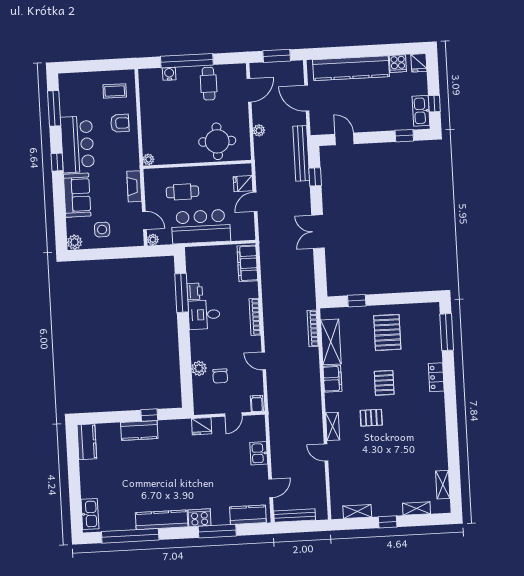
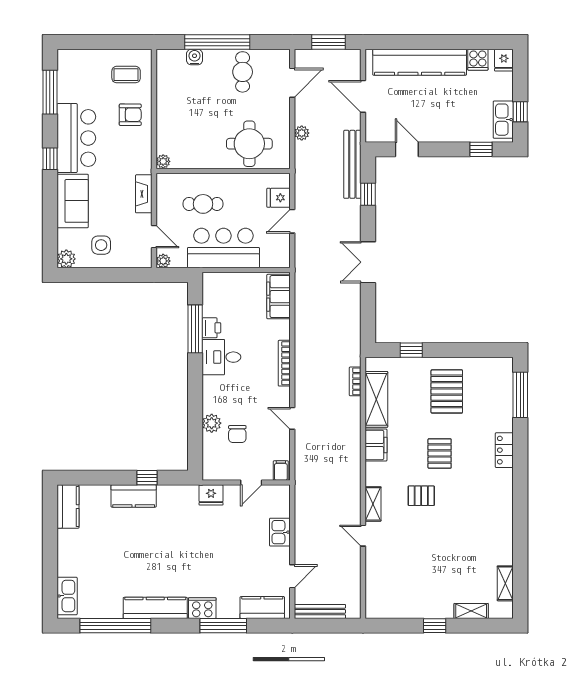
bookcase: (313, 328) -> (355, 381), width x0.64
shelving: (357, 511) -> (398, 611), removed

